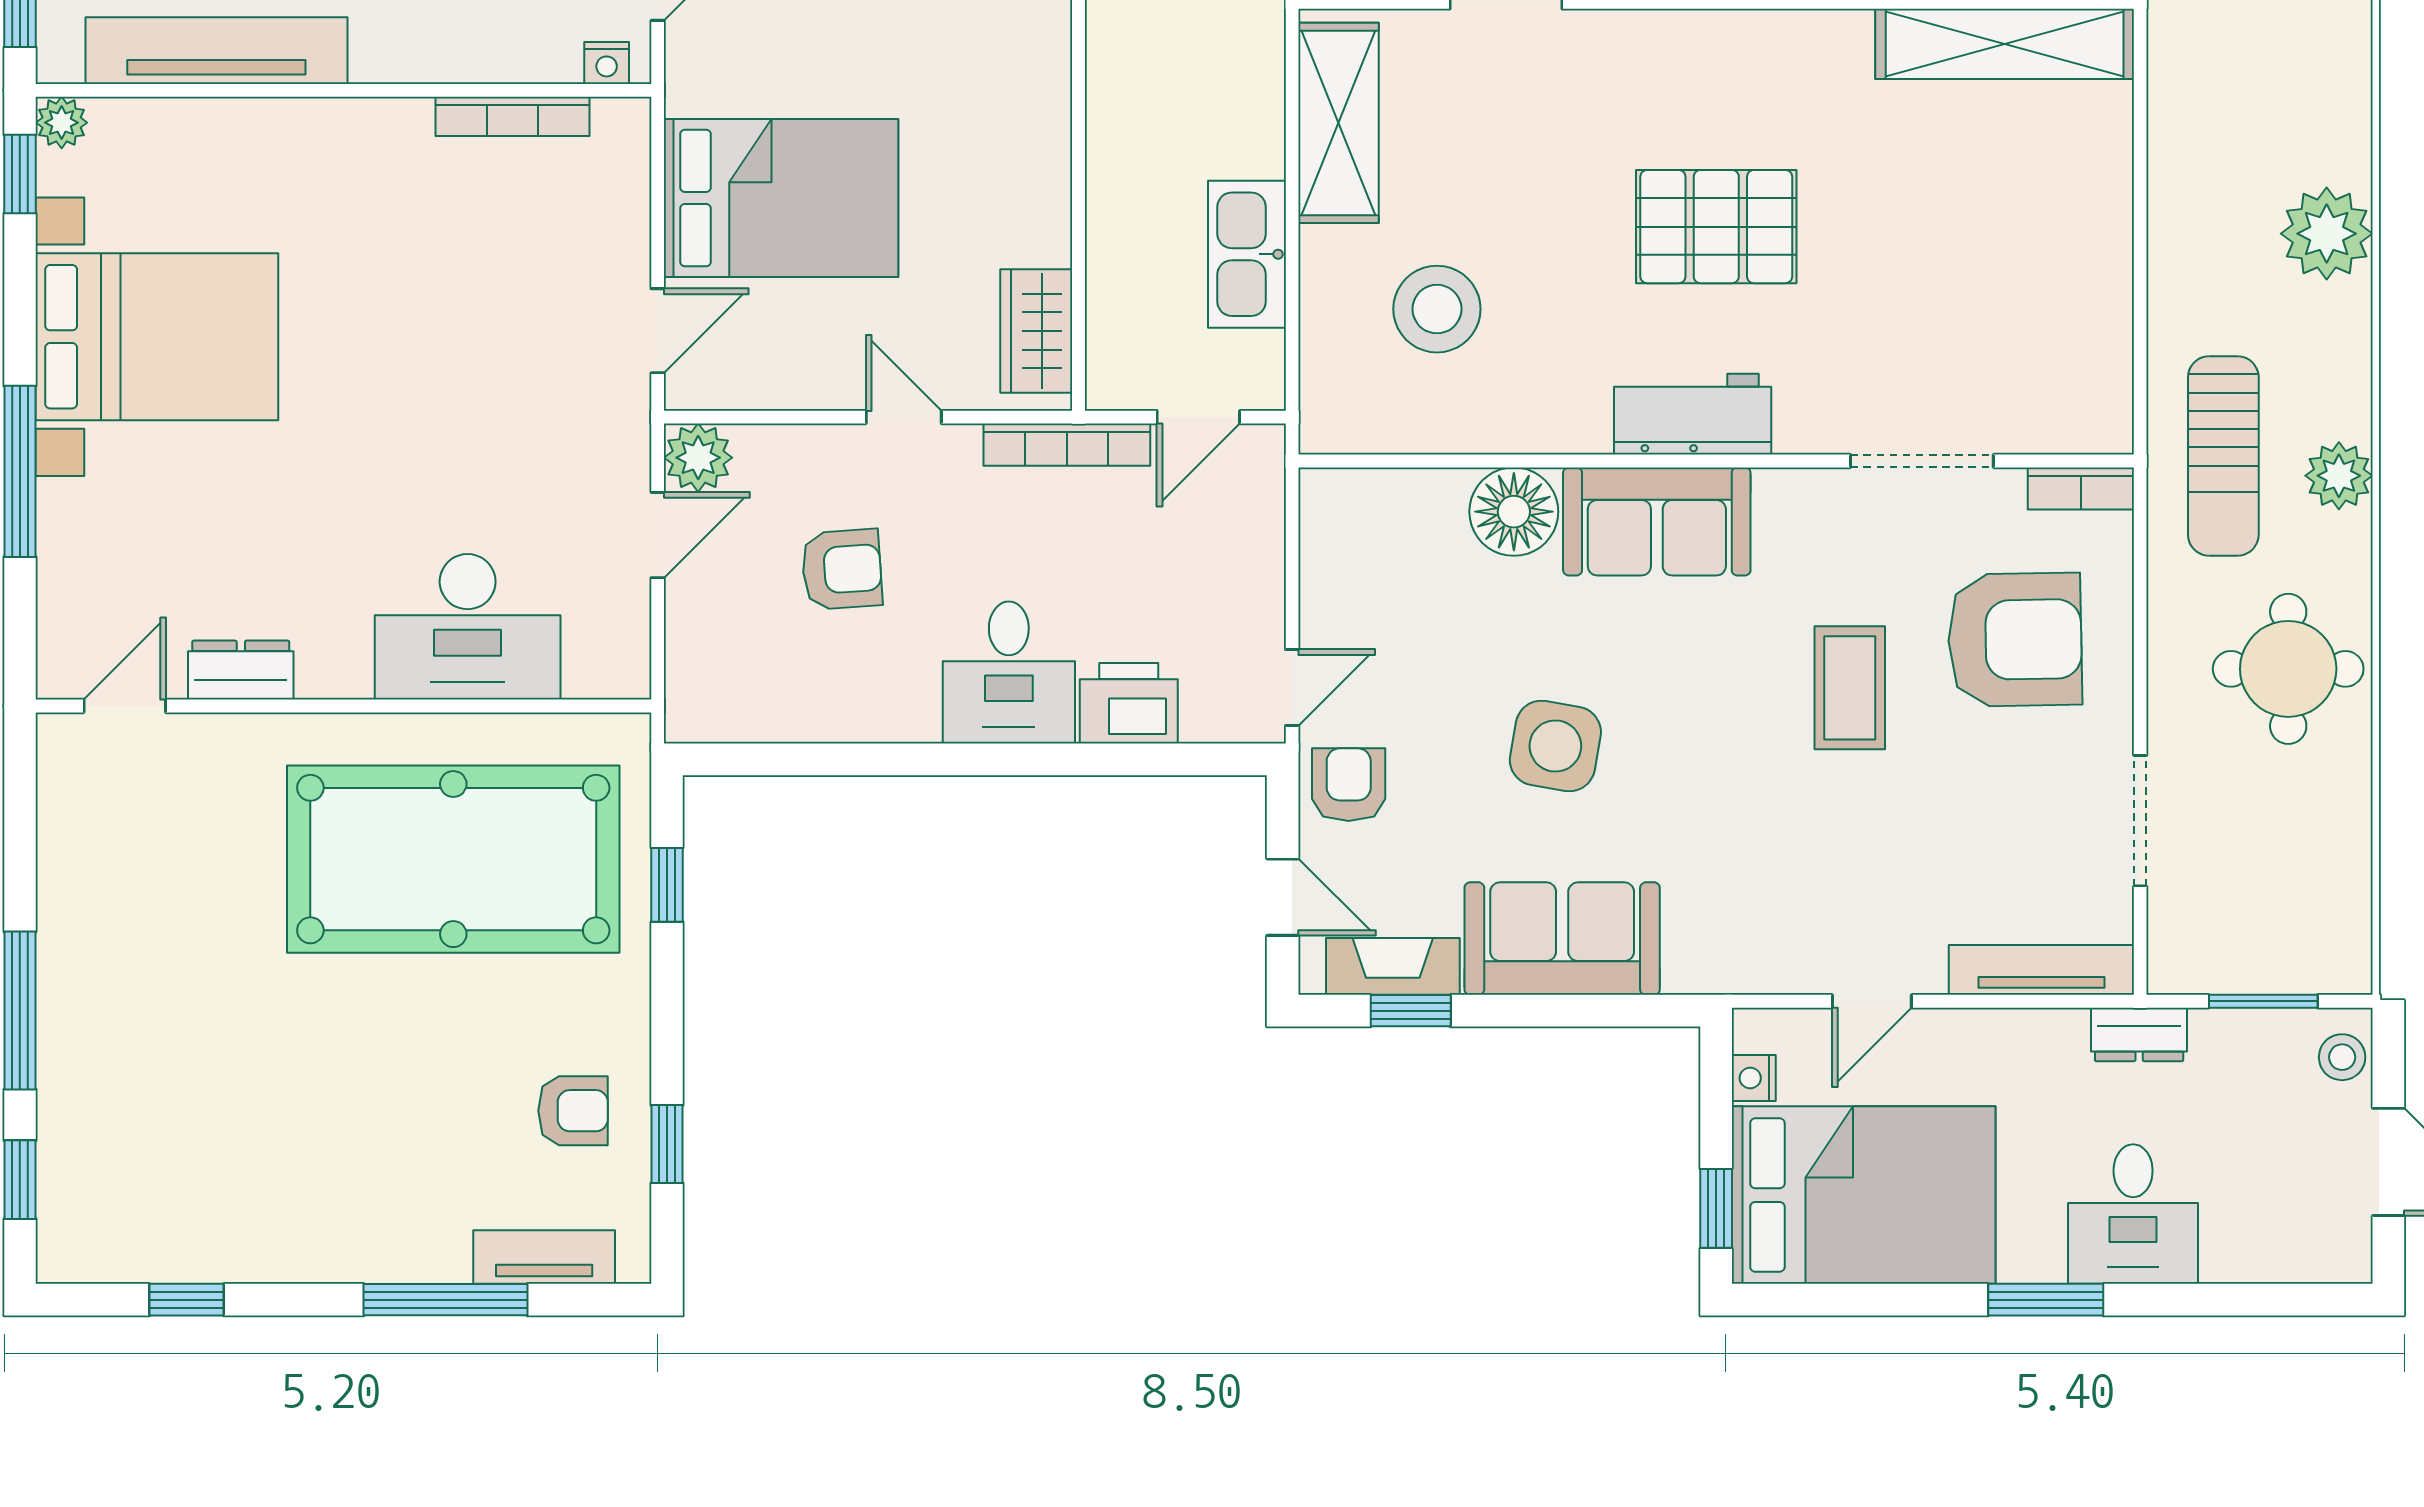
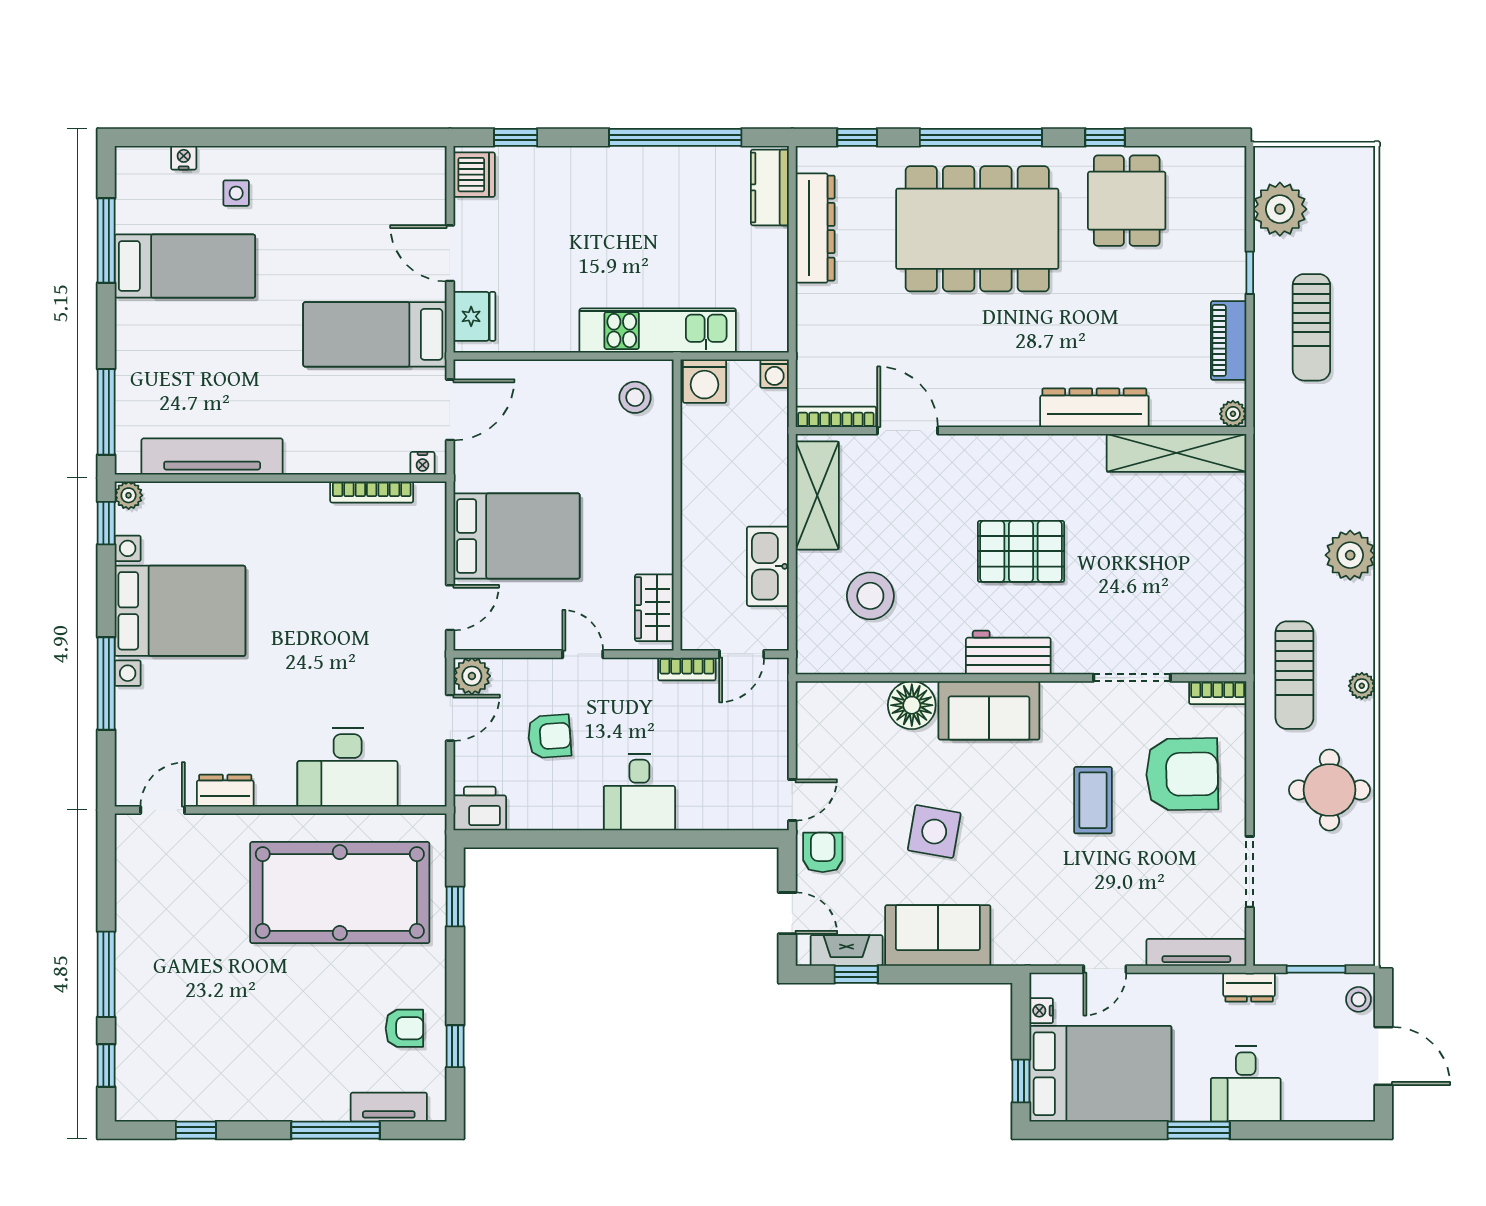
bookcase: (1067, 445) -> (687, 669), width x0.64
plant: (2339, 476) -> (1362, 686), width x0.73, depth x0.73
printer: (1129, 703) -> (480, 809), moved

